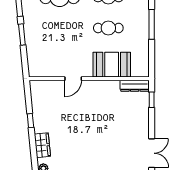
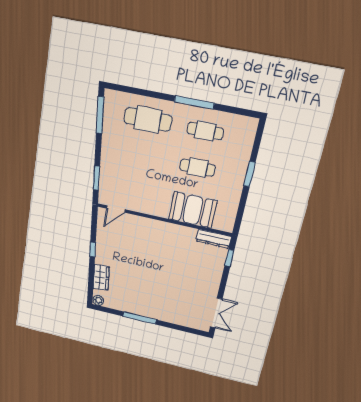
window: (152, 24) -> (250, 174), width x0.69
window: (22, 35) -> (97, 178), moved
door: (73, 79) -> (116, 209), moved

